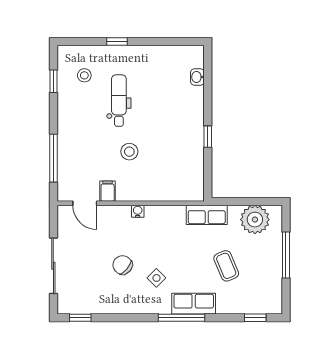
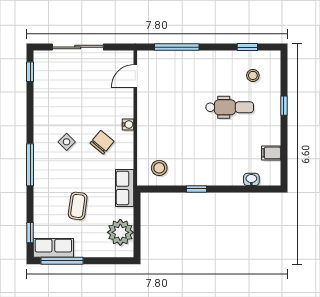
stool: (129, 152) -> (159, 168), moved
filing cabinet: (108, 191) -> (271, 153), moved, turned 180
window: (286, 255) -> (62, 261), moved
chair: (123, 265) -> (102, 142), moved
coffee table: (226, 266) -> (78, 206), turned -59
row of seats: (194, 304) -> (53, 248), moved, turned -90

